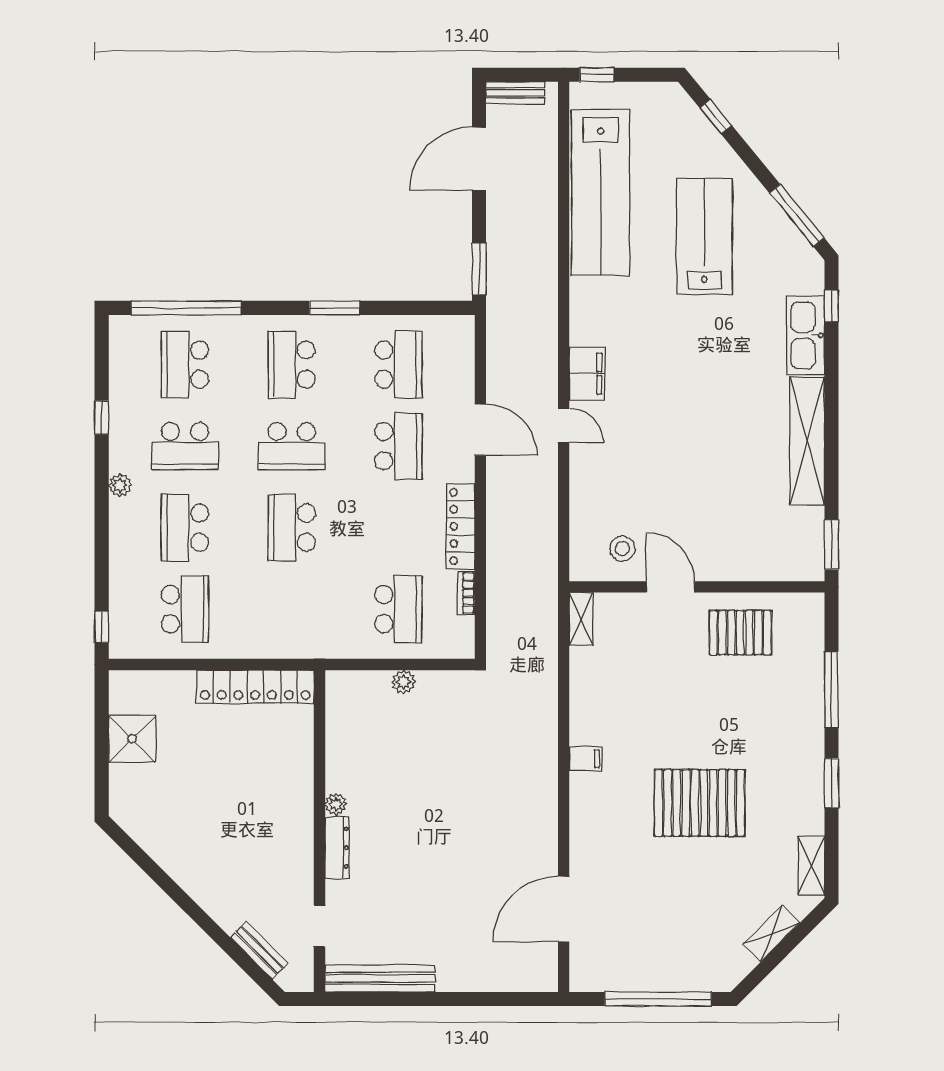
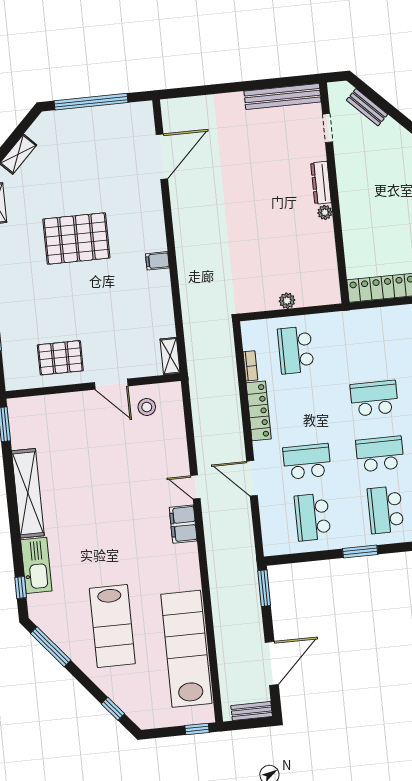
school desk: (292, 365) -> (385, 510), turned 180
school desk: (398, 446) -> (307, 461), turned 90
school desk: (292, 528) -> (374, 398), turned -90

